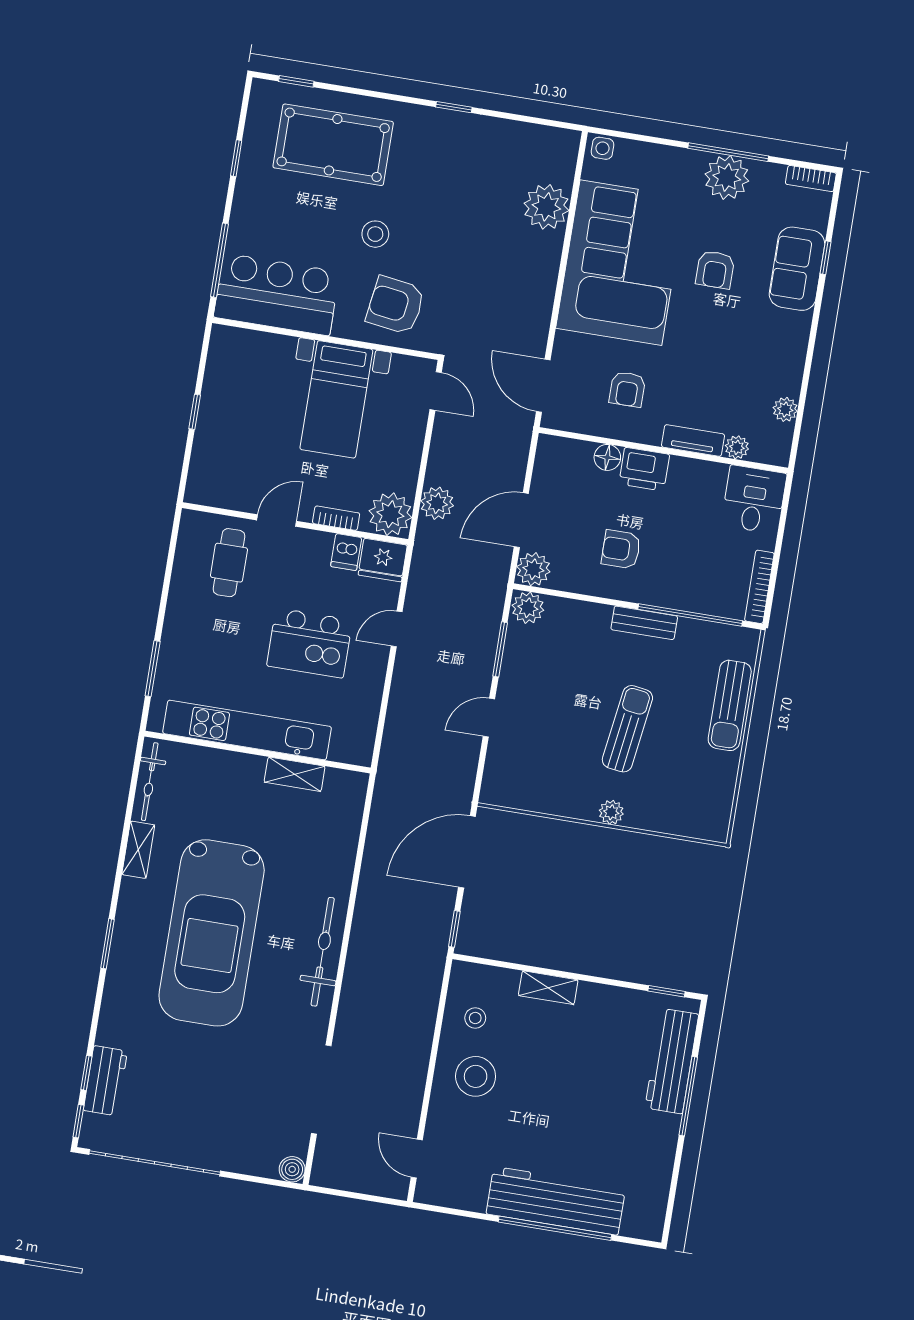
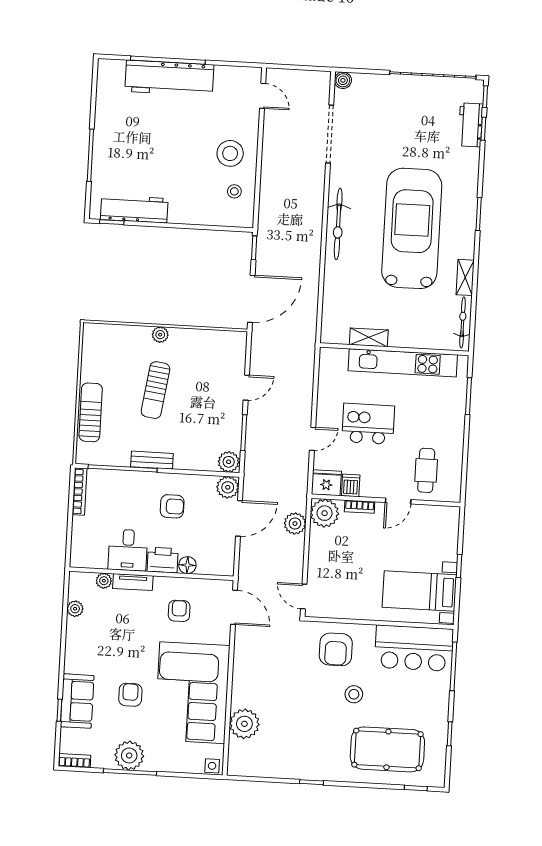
armchair: (395, 305) -> (336, 649), turned 82
bed with nightstands: (336, 399) -> (419, 591), moved, turned -90
desk: (754, 500) -> (128, 550), moved
shelving: (548, 988) -> (189, 216), removed
workbench: (672, 1061) -> (134, 209), moved, turned -90

